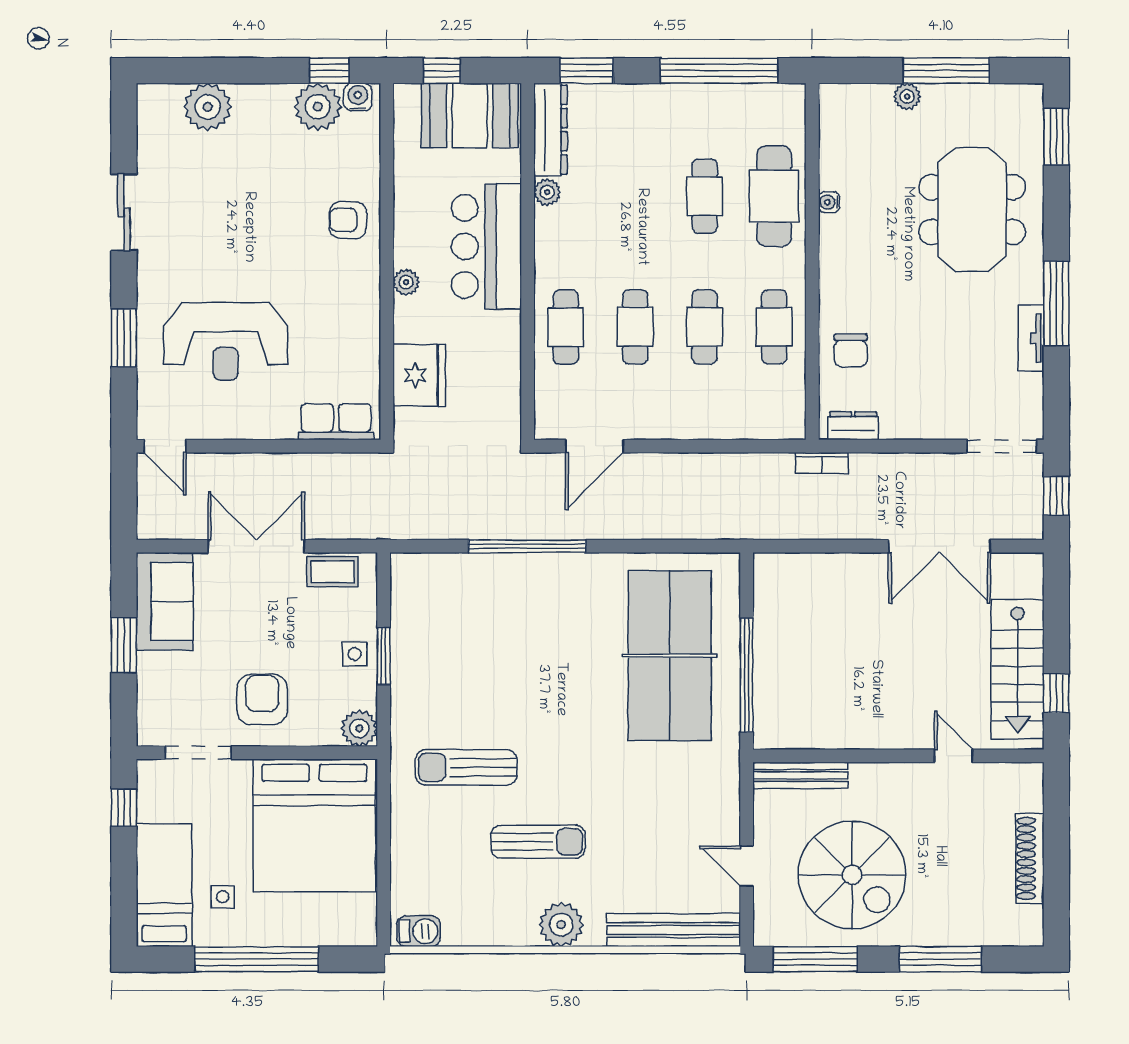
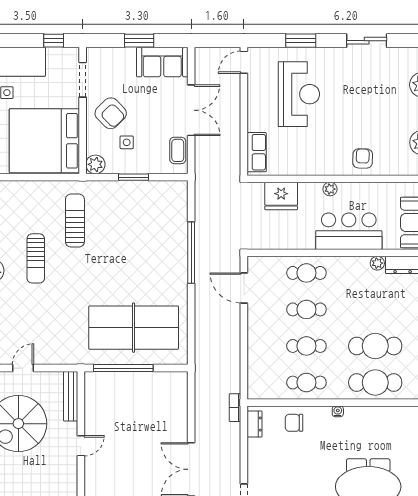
cafe table: (705, 196) -> (375, 346), width x1.37, depth x1.35
water cooler: (829, 202) -> (338, 411), moved
reception desk: (226, 341) -> (299, 94), turned 180
side table: (355, 654) -> (127, 142), moved
armchair: (262, 699) -> (111, 113), turned 46
door: (953, 756) -> (81, 446), moved

